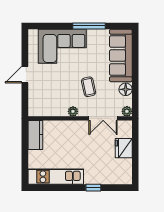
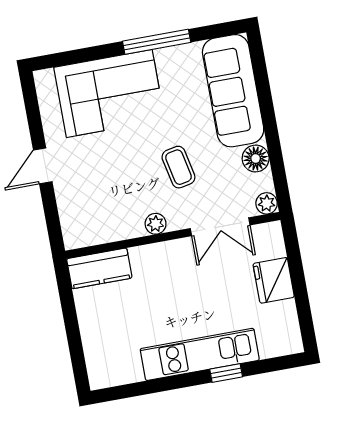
kitchen counter: (35, 135) -> (99, 268), moved, turned 90
kitchen unit: (56, 177) -> (200, 354), moved

